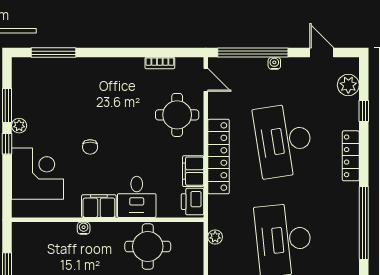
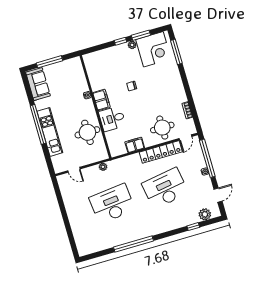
locker: (351, 156) -> (167, 227), removed
locker: (219, 157) -> (161, 152), moved
corner desk: (37, 174) -> (153, 49), moved
printer: (192, 202) -> (118, 149), removed

